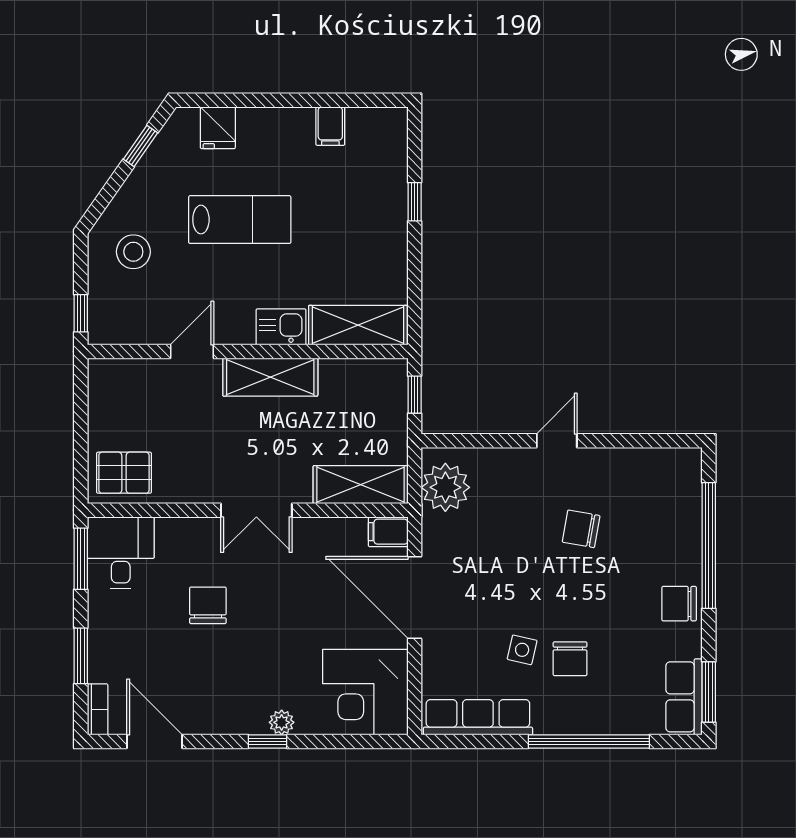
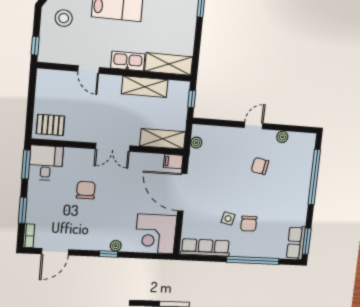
kitchen sink: (281, 327) -> (128, 61), width x1.38
door: (192, 351) -> (88, 69), swing flipped
shelving: (270, 377) -> (145, 87), moved
plant: (624, 461) -> (282, 137), added
plant: (445, 487) -> (196, 143), width x0.53, depth x0.53
chair: (679, 604) -> (299, 202), removed
door: (155, 742) -> (55, 252), swing flipped

